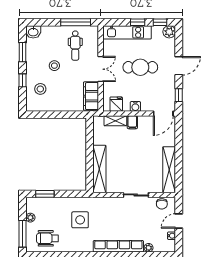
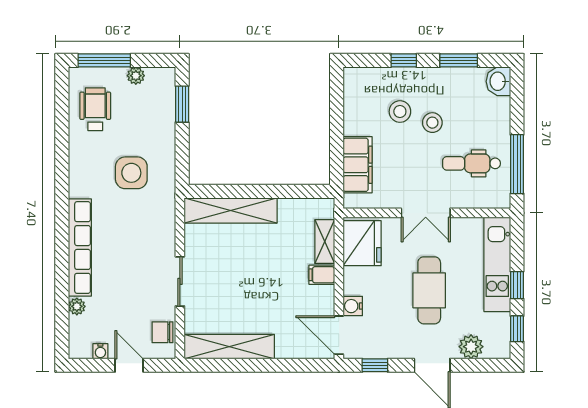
plant: (169, 32) -> (471, 347), moved
stool: (40, 89) -> (400, 112), moved
filing cabinet: (91, 96) -> (358, 165), moved, turned 90
fridge: (116, 104) -> (362, 243), width x1.88, depth x1.34
water cooler: (135, 106) -> (353, 306), moved

